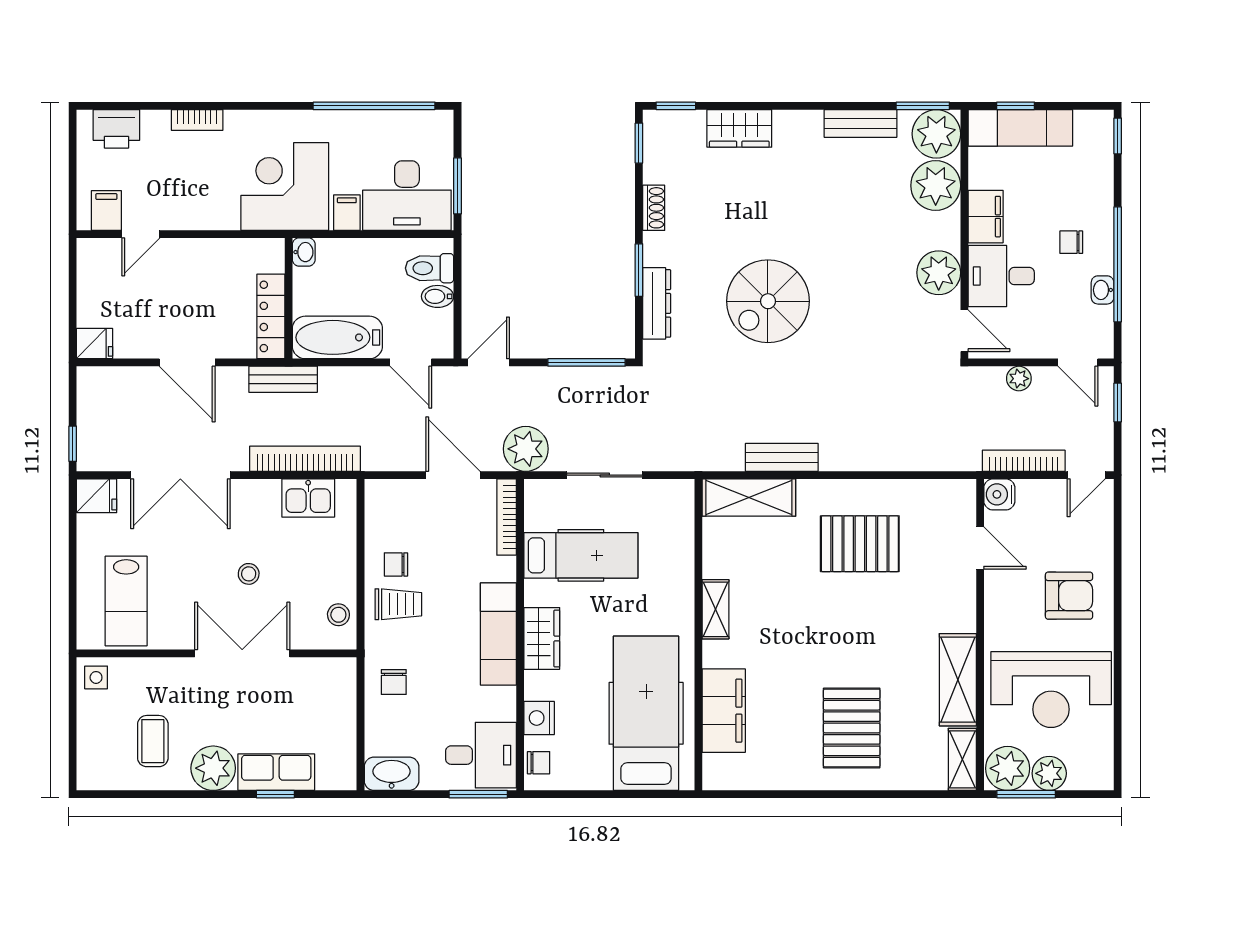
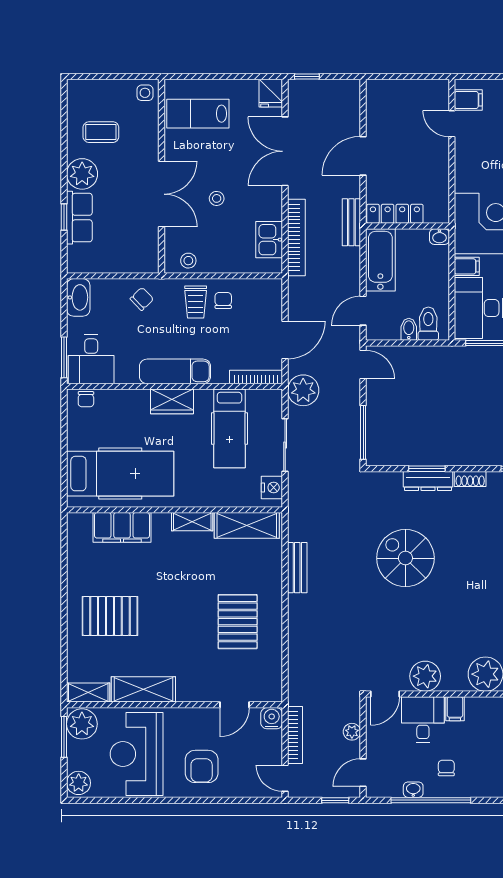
filing cabinet: (986, 217) -> (455, 709), width x0.50
dresser: (657, 303) -> (428, 481), moved
fridge: (95, 343) -> (376, 92), removed
shelving: (749, 498) -> (247, 525), moved, turned 90
chair: (394, 682) -> (142, 299), turned 136
nightstand: (539, 718) -> (272, 487), moved, turned 90
plant: (1049, 773) -> (79, 783), moved

